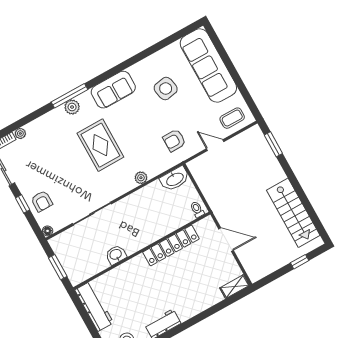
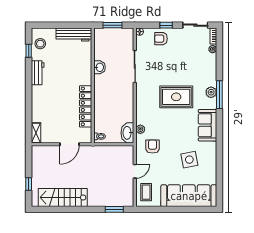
plant: (141, 178) -> (140, 129), moved

